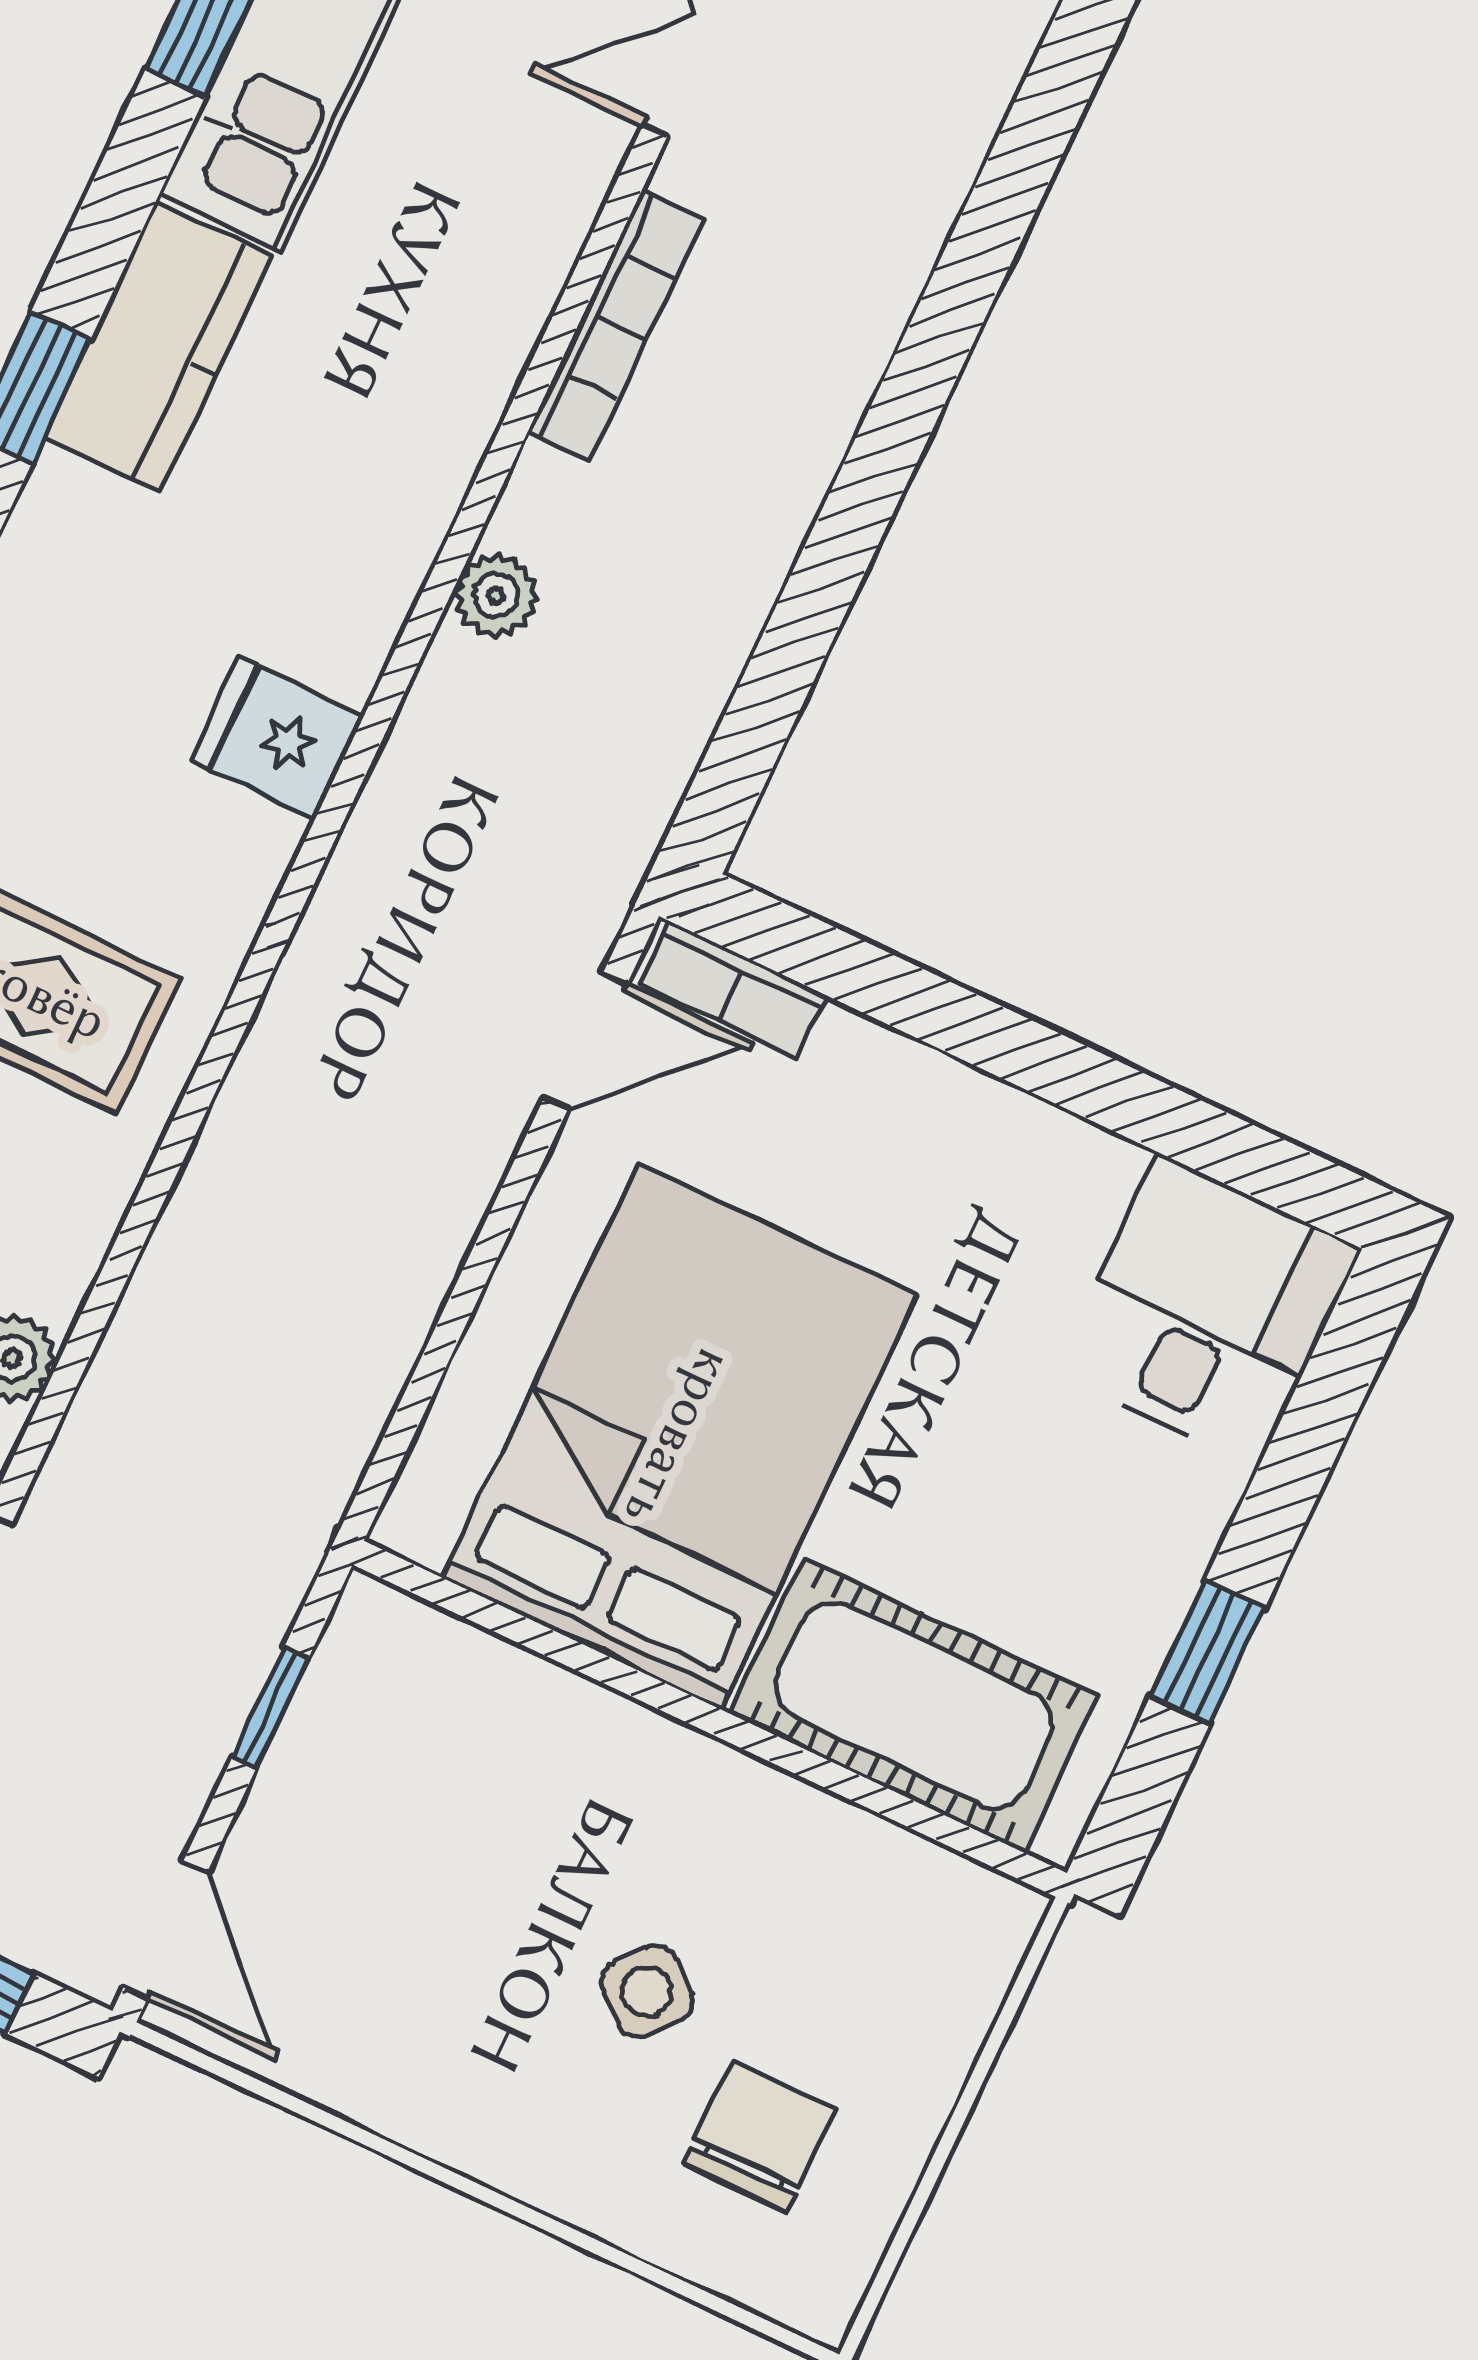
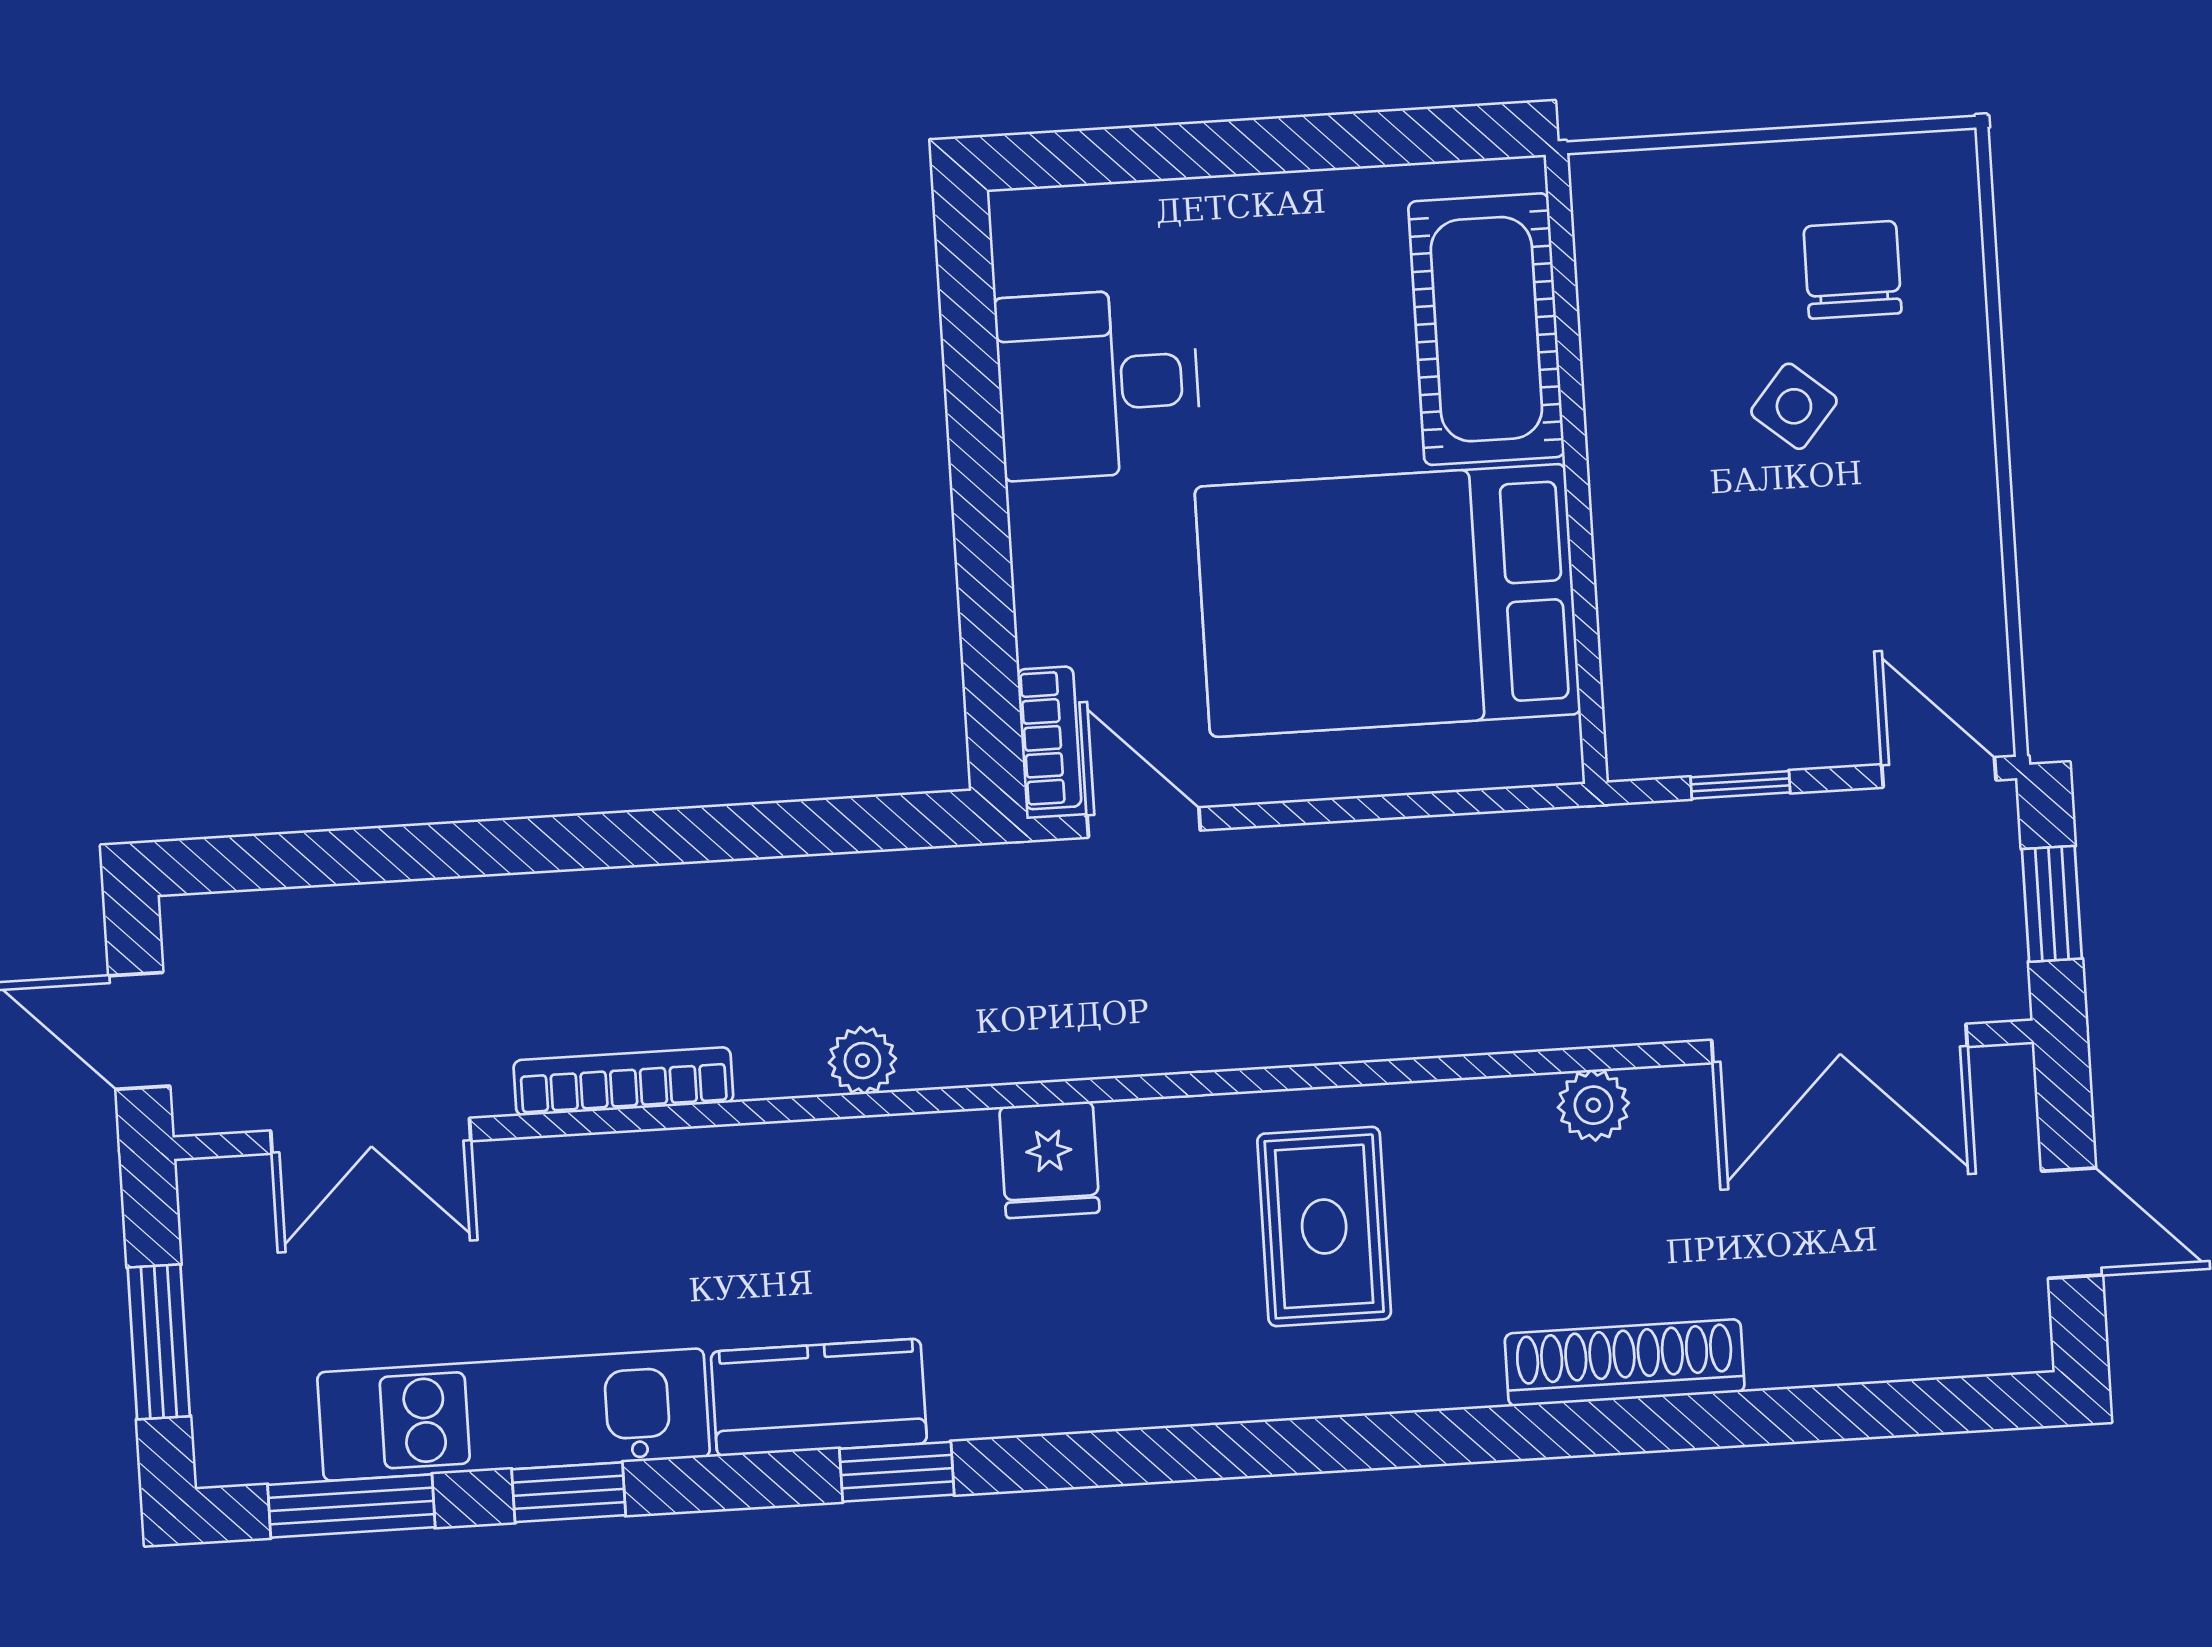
desk: (1208, 1311) -> (1098, 384), moved
window: (1208, 1652) -> (1334, 141), removed
door: (165, 1930) -> (1939, 772), hinge flipped
chair: (760, 2136) -> (1853, 270), turned 90

